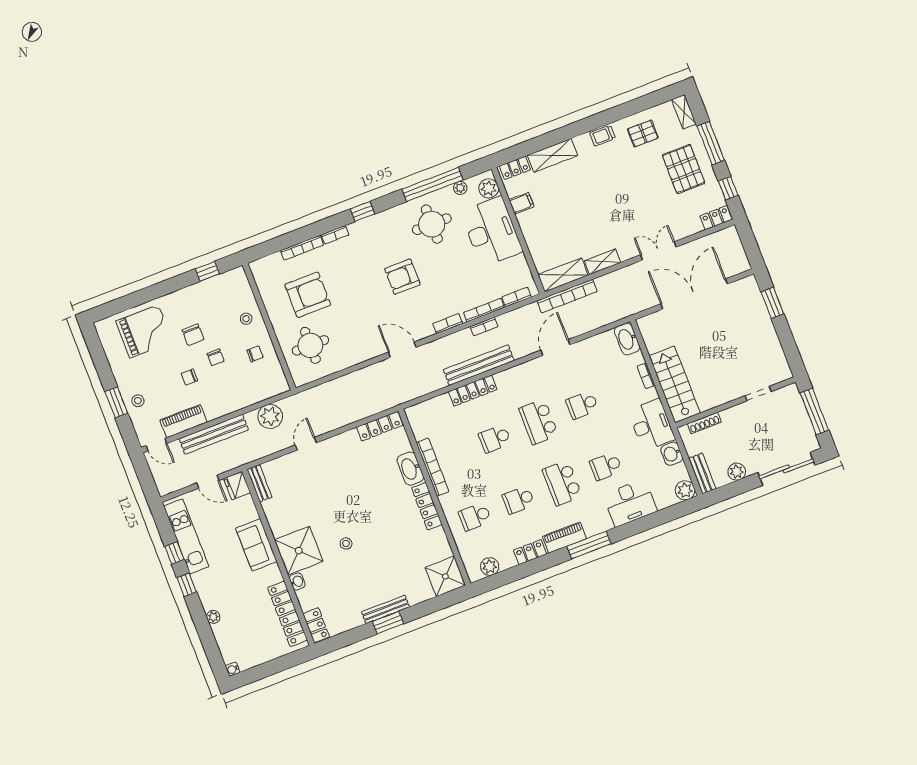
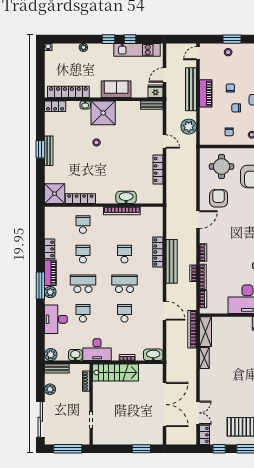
double door: (658, 251) -> (198, 413), moved
armchair: (402, 277) -> (219, 198), moved
piano: (183, 421) -> (206, 93), moved
locker: (380, 426) -> (158, 170), moved
locker: (427, 506) -> (80, 199), moved
plant: (490, 567) -> (50, 292), moved

